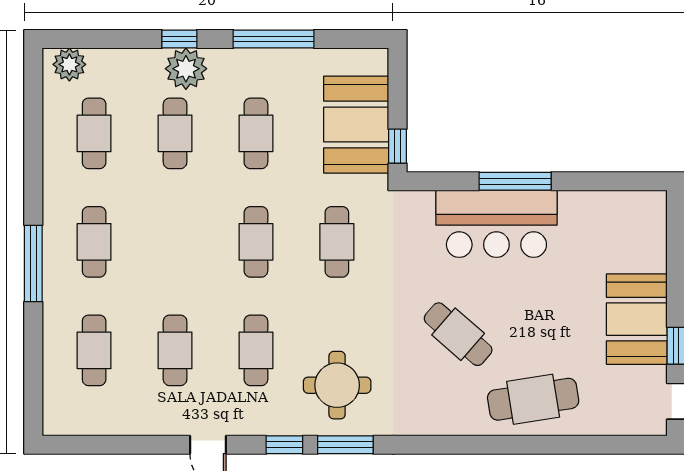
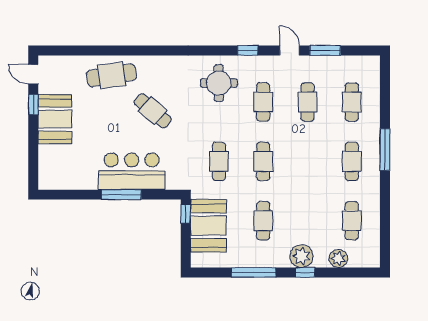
plant: (69, 64) -> (338, 258), moved
cafe table: (175, 133) -> (307, 221), removed
window: (345, 445) -> (325, 50), moved

